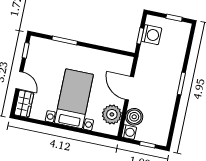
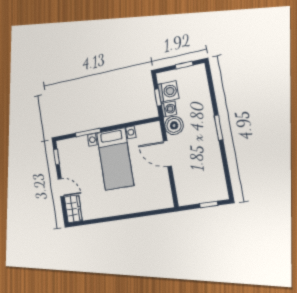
bed with nightstands: (74, 99) -> (115, 159), moved, turned 180
plant: (112, 114) -> (160, 187), removed
boiler: (134, 117) -> (174, 125), moved
washing machine: (129, 132) -> (169, 109), moved

